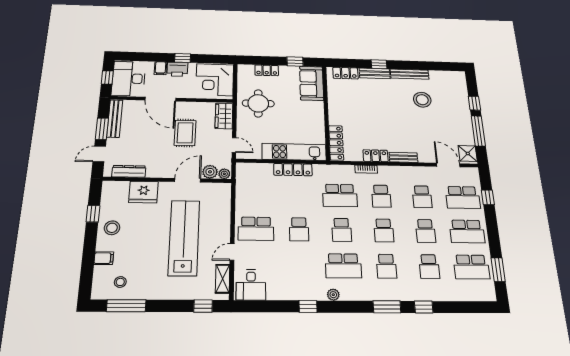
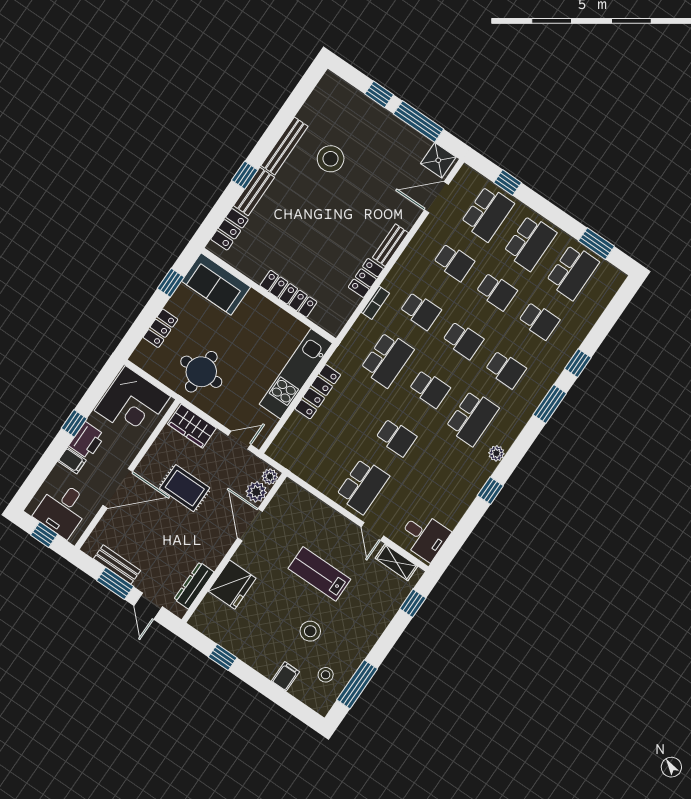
desk: (129, 79) -> (62, 509), width x0.73
bench: (115, 118) -> (117, 565), width x0.73
locker: (336, 143) -> (288, 294), moved
stool: (112, 228) -> (310, 631), moved
lab bench: (184, 238) -> (319, 574), width x0.54, depth x0.72

